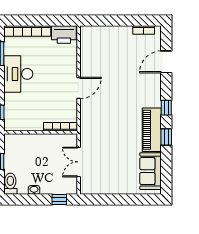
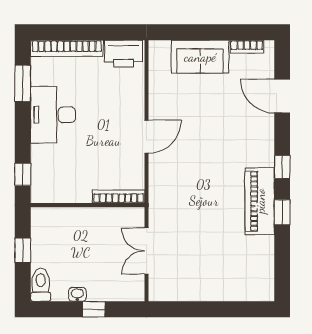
door: (166, 62) -> (282, 96), hinge flipped
sofa: (151, 171) -> (200, 57), moved, turned -90
window: (59, 200) -> (94, 309), moved

